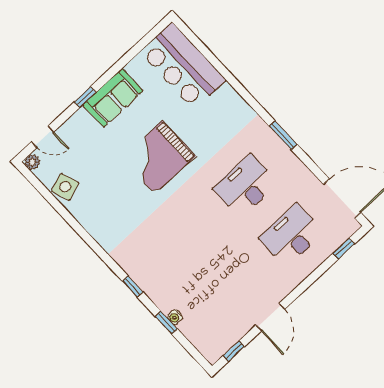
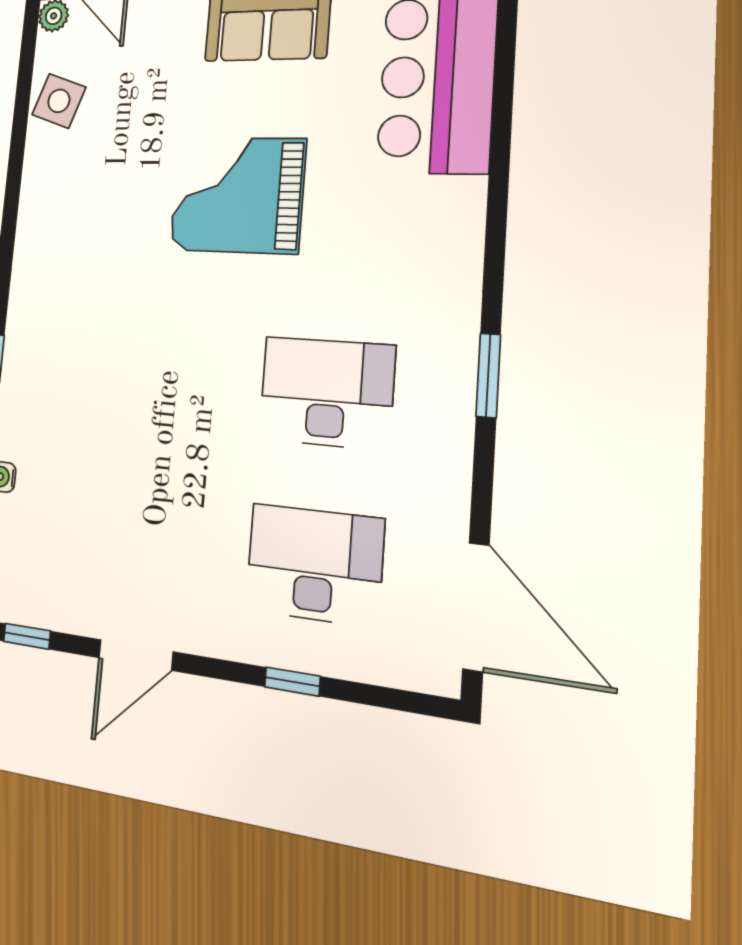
side table: (65, 187) -> (59, 101), turned 38
window: (344, 249) -> (292, 682), moved

